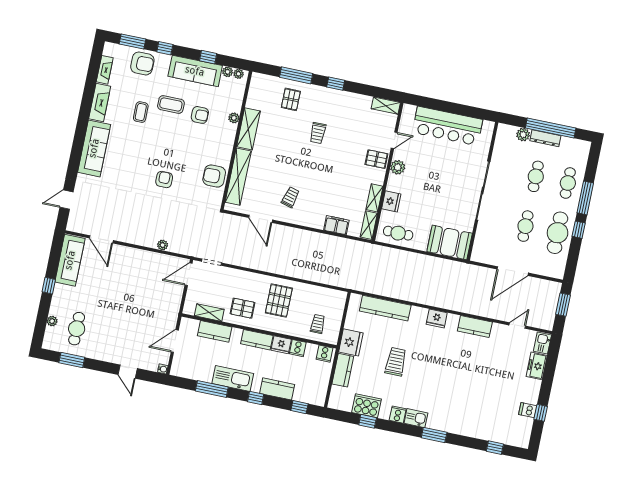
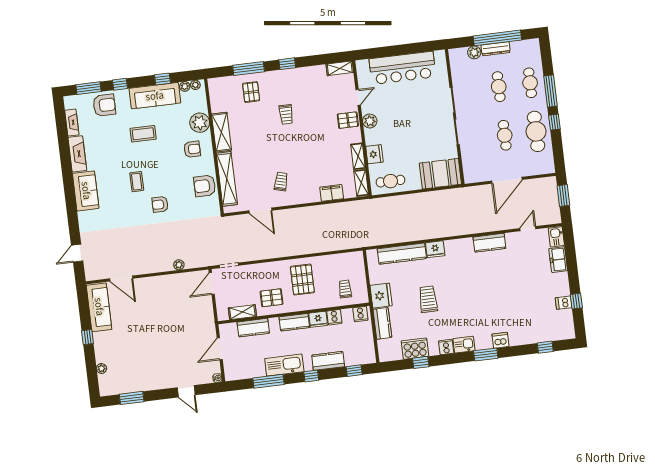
coffee table: (141, 112) -> (137, 182), moved
armchair: (200, 115) -> (192, 149), moved
plant: (234, 118) -> (200, 123), width x1.87, depth x1.87
sofa: (94, 148) -> (86, 191), width x0.73
armchair: (164, 180) -> (160, 204), turned -90
fridge: (437, 318) -> (435, 249), moved
cafe table: (77, 329) -> (126, 368), removed
dishwasher: (453, 426) -> (500, 340), added

